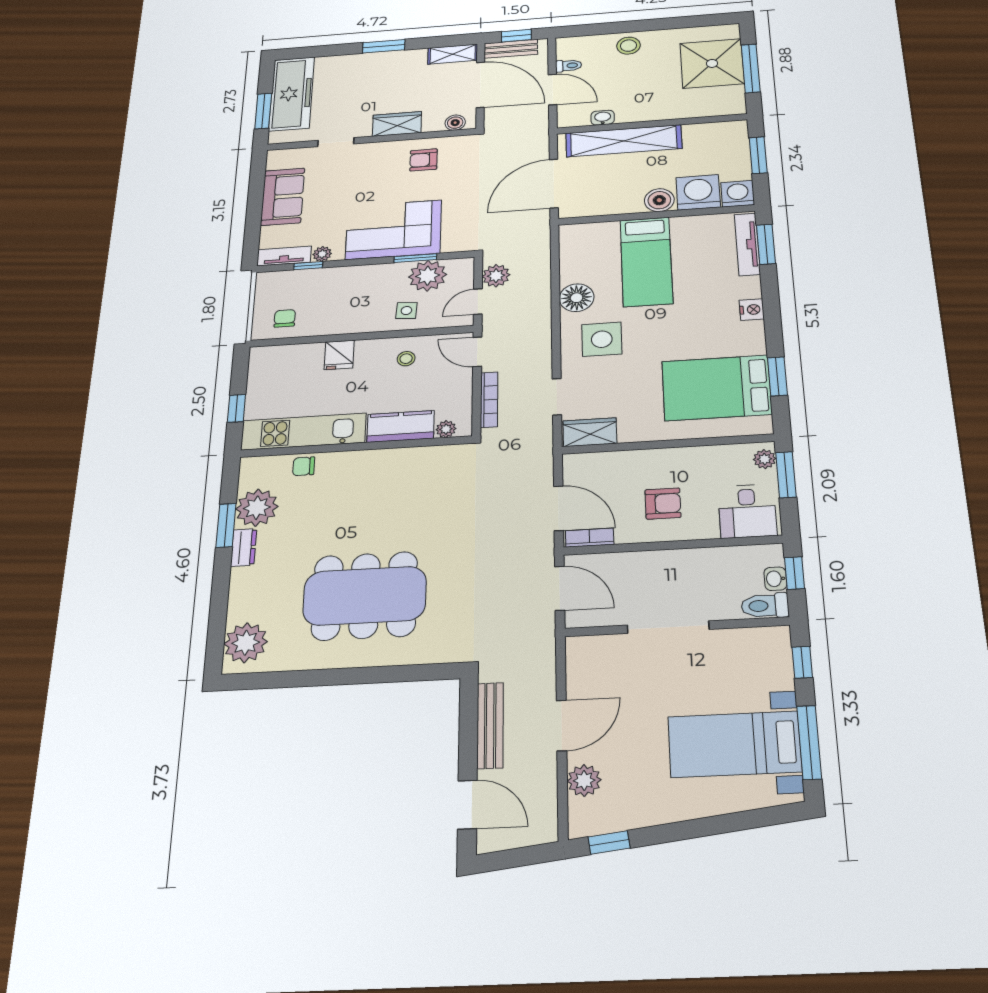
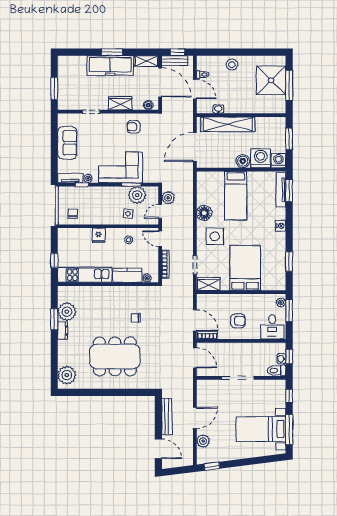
freezer: (292, 94) -> (110, 66), moved, turned 90
bed: (717, 388) -> (245, 268), moved, turned 90
chair: (304, 466) -> (136, 318), moved

